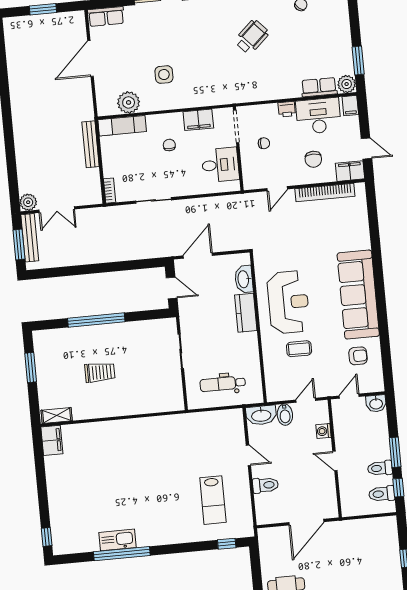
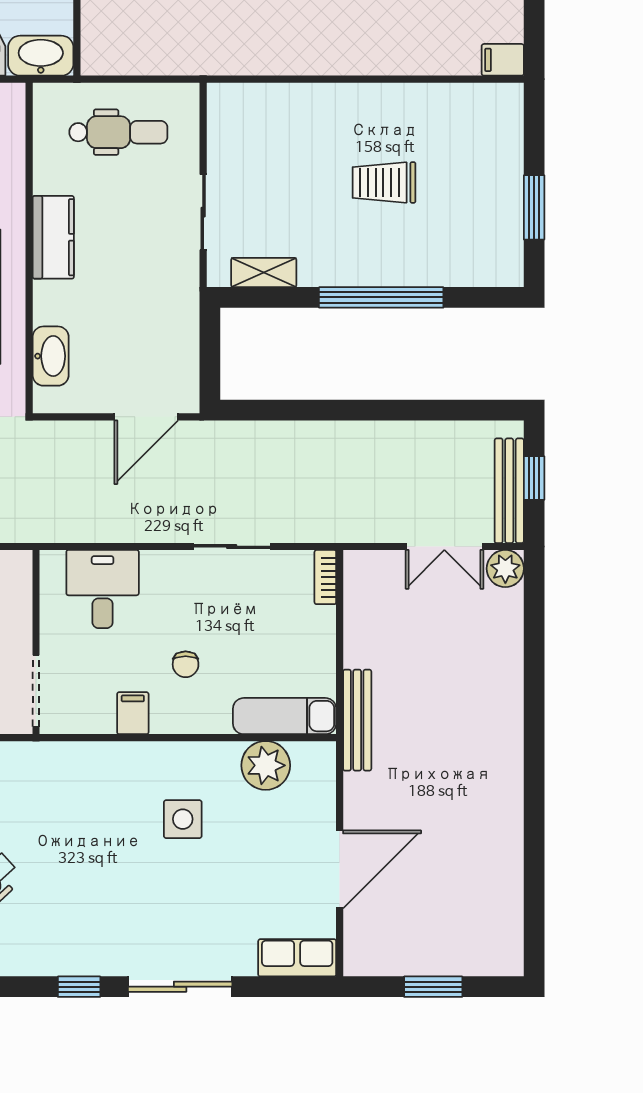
filing cabinet: (198, 120) -> (133, 713), width x0.50
bench: (91, 144) -> (357, 720), moved
desk: (220, 165) -> (103, 589), moved, turned 90
double door: (57, 210) -> (444, 547), swing flipped
window: (19, 245) -> (534, 478), width x0.67
door: (172, 288) -> (210, 352), removed
kitchen counter: (246, 313) -> (53, 237), moved
shelving: (57, 416) -> (264, 273), moved
filing cabinet: (52, 440) -> (503, 60), width x0.50

